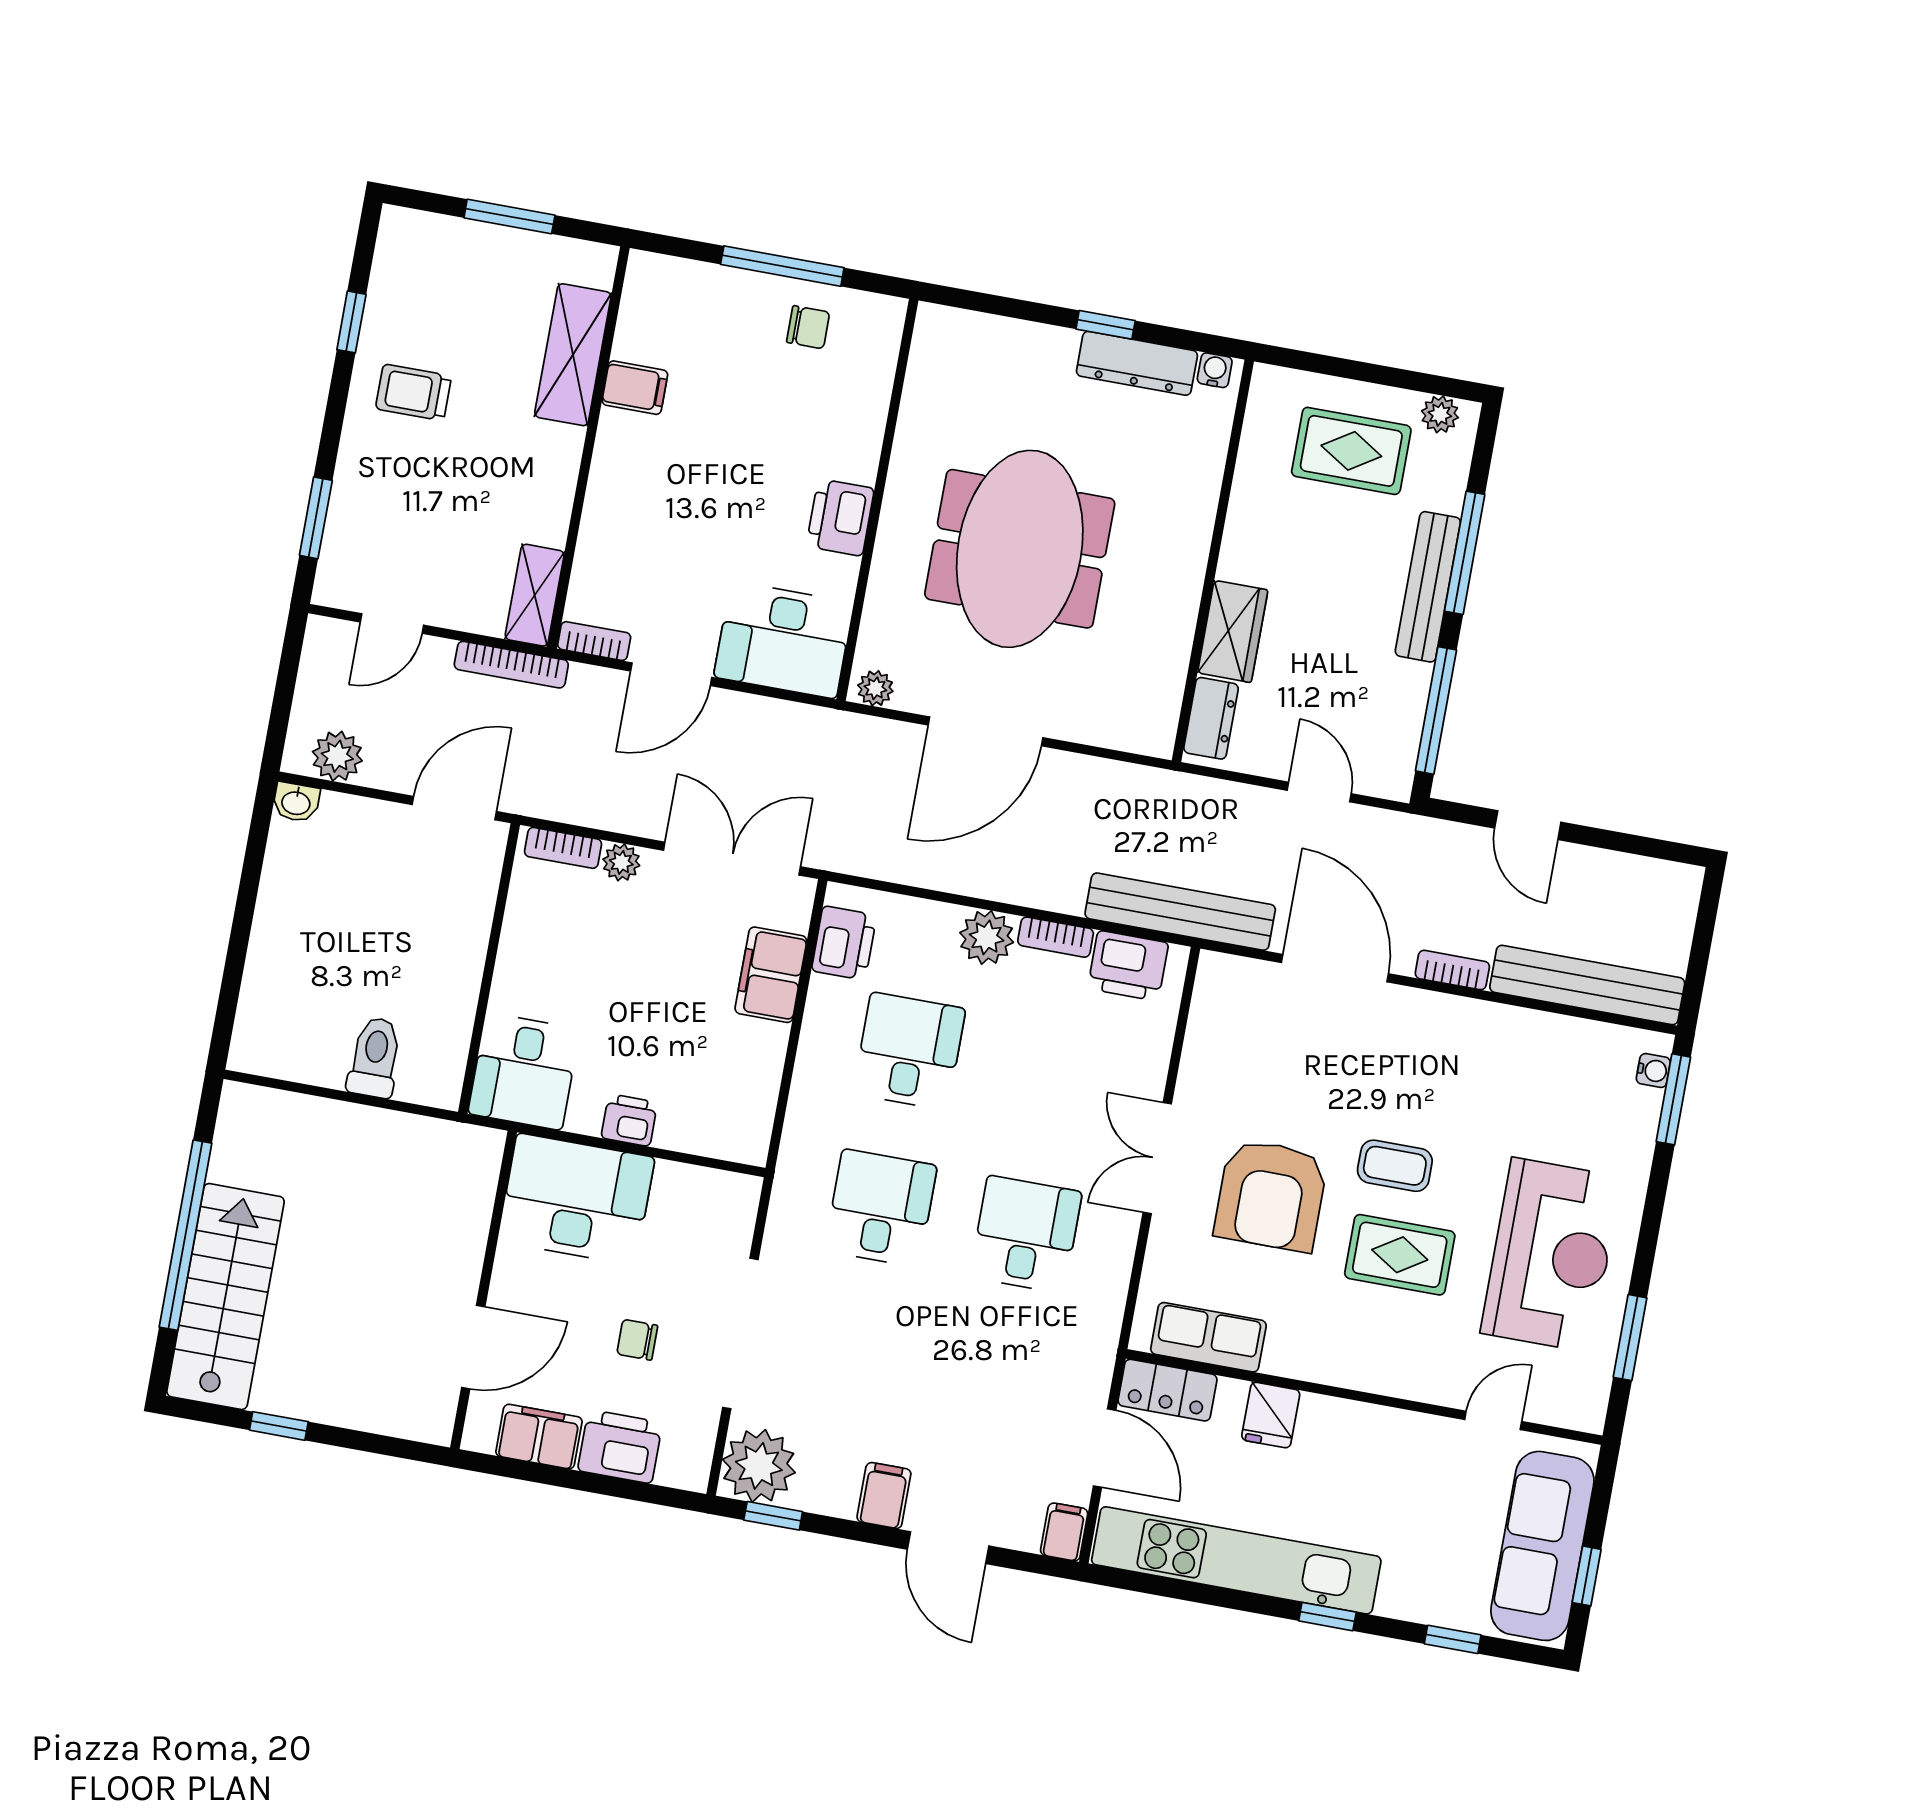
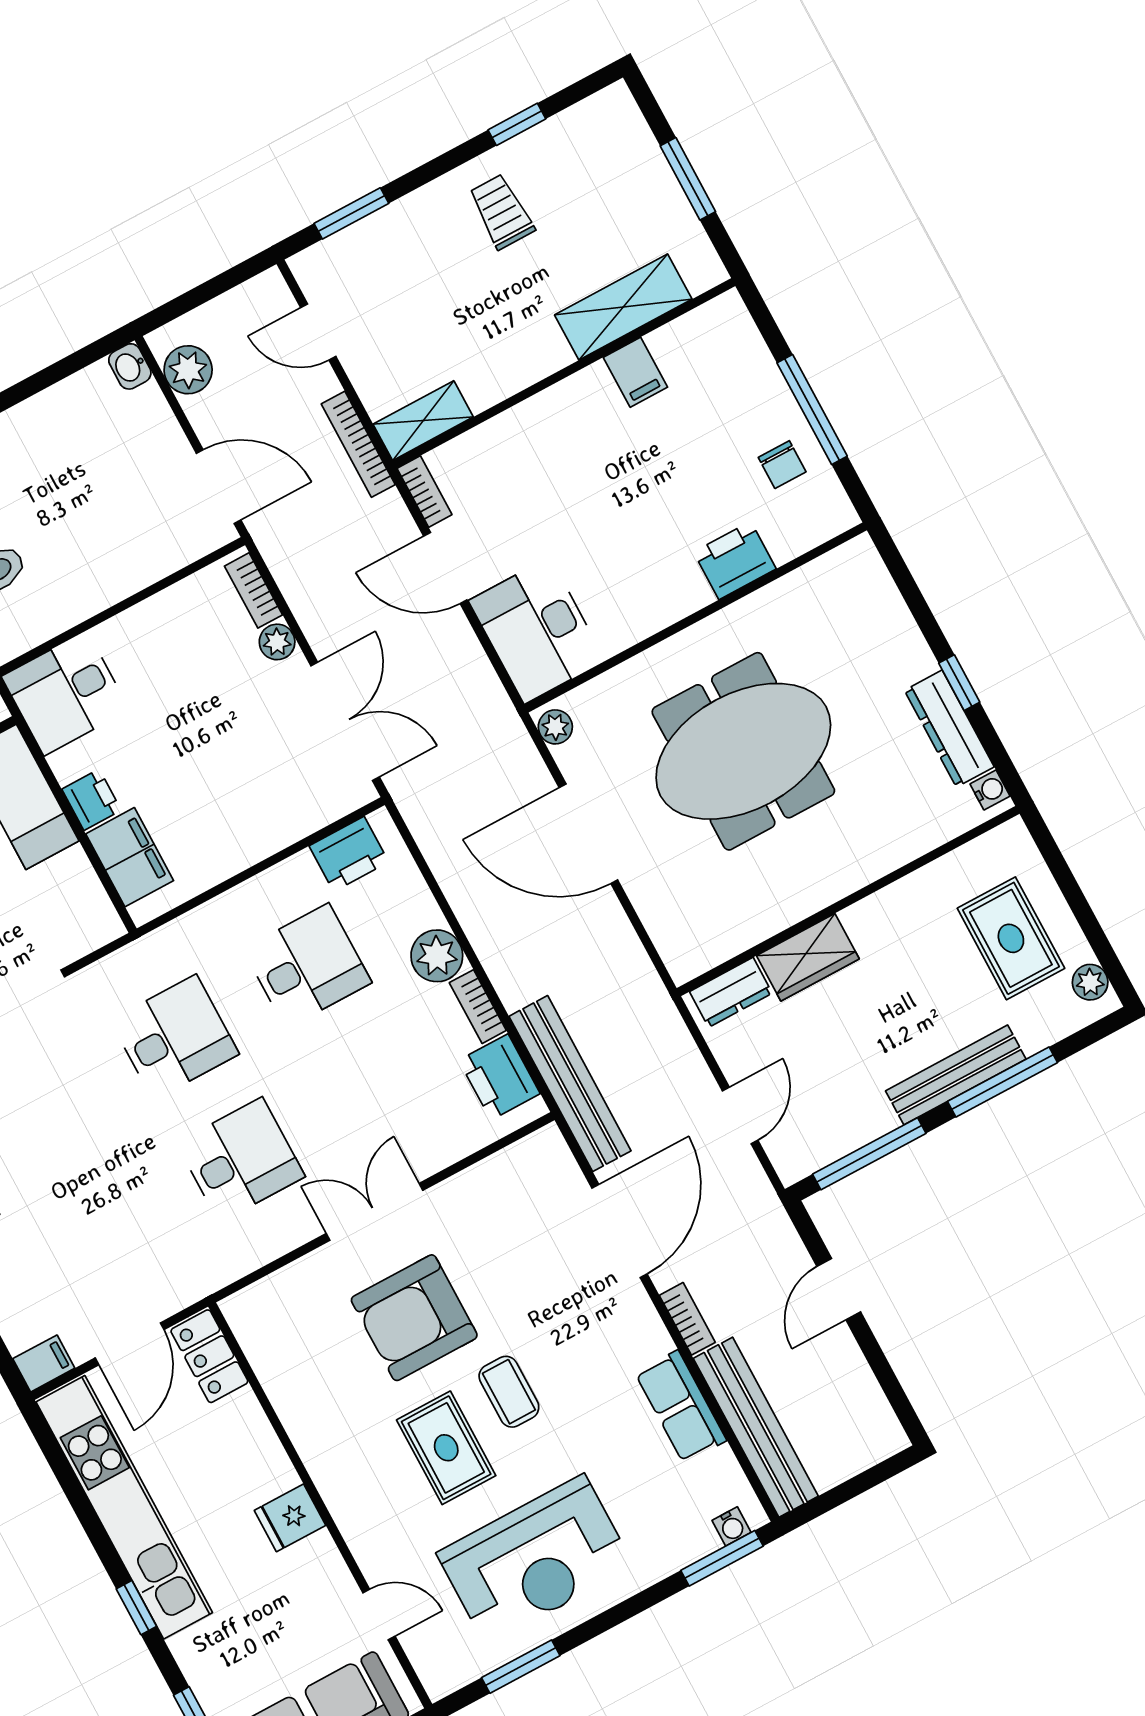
printer: (840, 517) -> (735, 560), moved
filing cabinet: (771, 975) -> (130, 857), moved, turned 90
row of seats: (1208, 1337) -> (681, 1407), moved, turned 180
fridge: (1271, 1415) -> (290, 1518), moved

